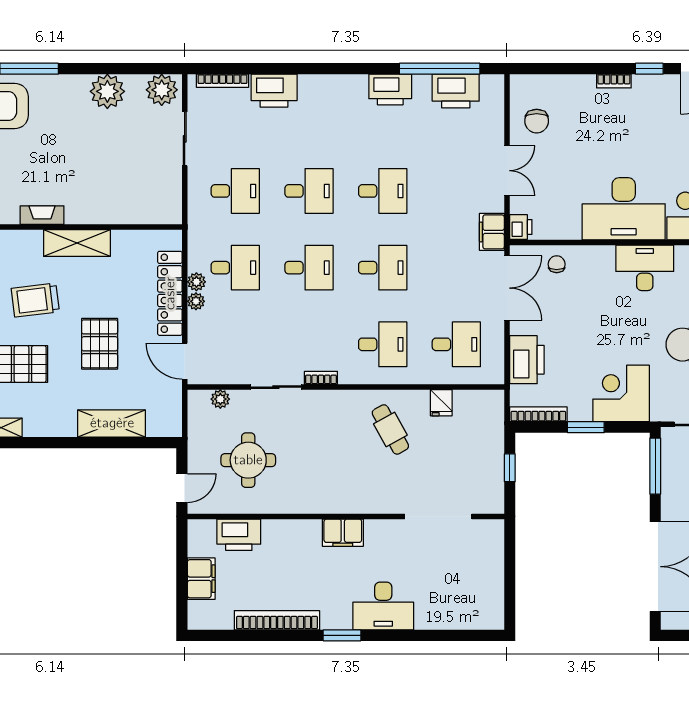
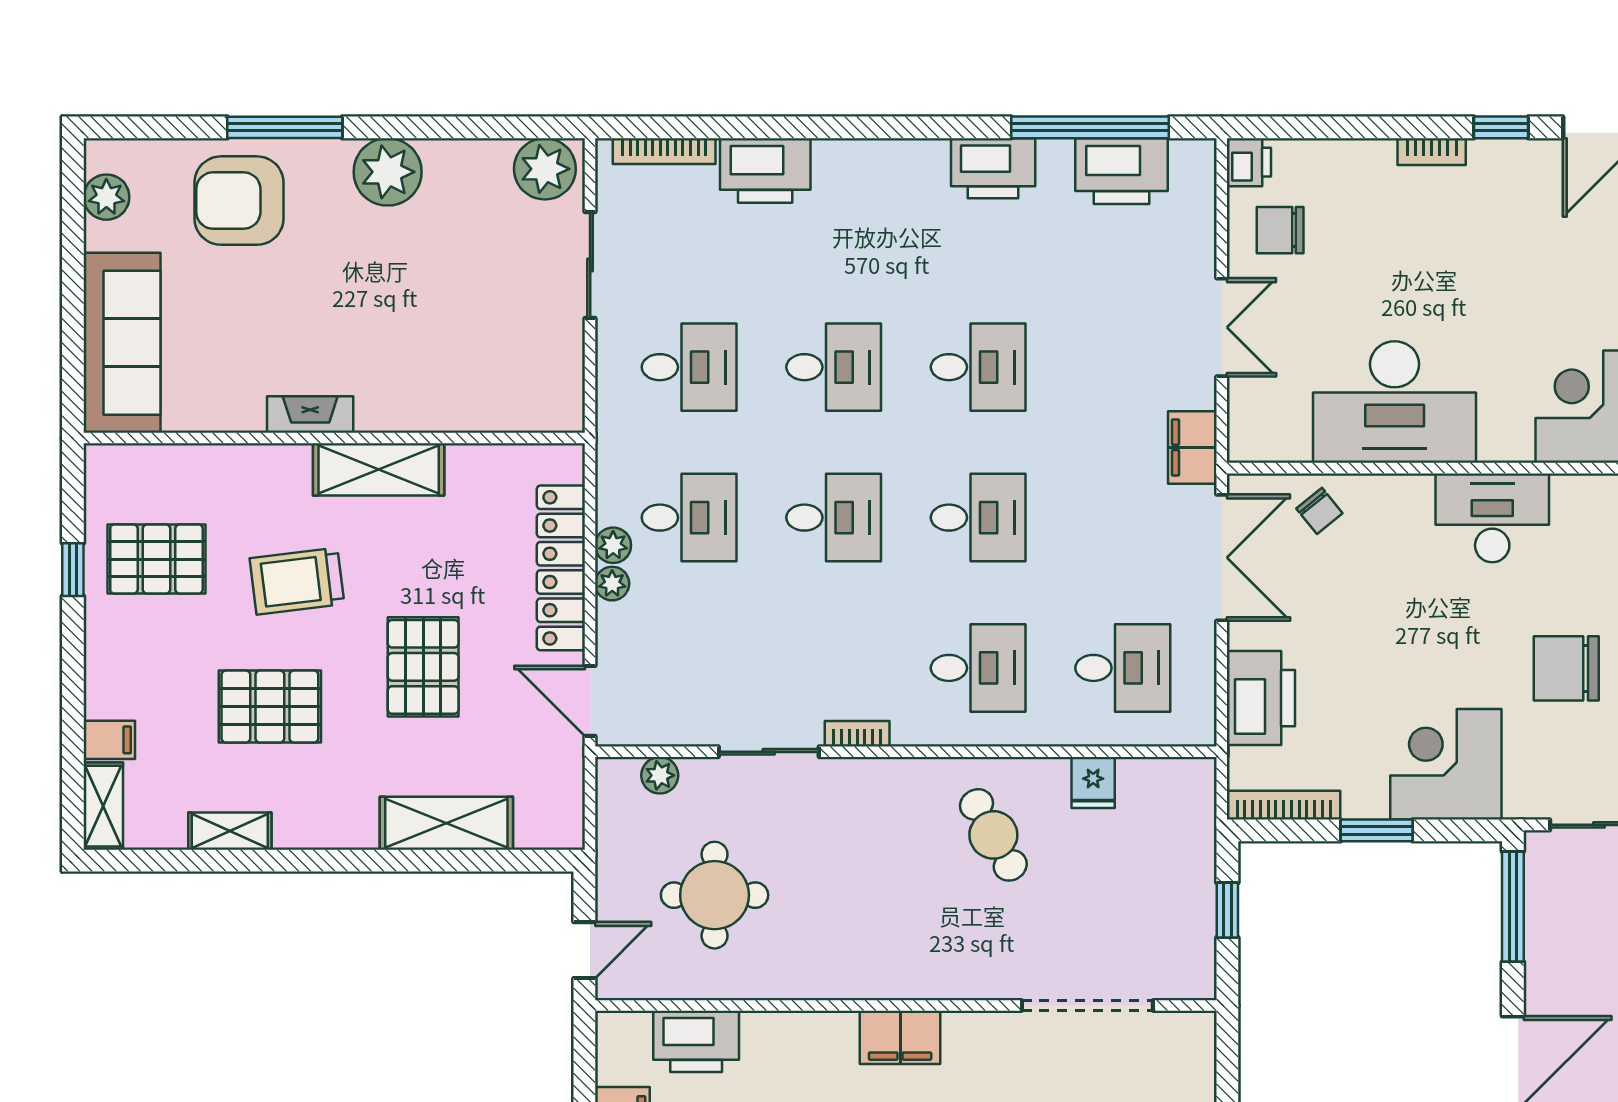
plant: (107, 91) -> (388, 172), moved
chair: (537, 121) -> (1280, 230), turned 90
desk: (624, 209) -> (1395, 402), moved
printer: (521, 227) -> (1249, 162), moved
chair: (557, 264) -> (1319, 511), turned 141

